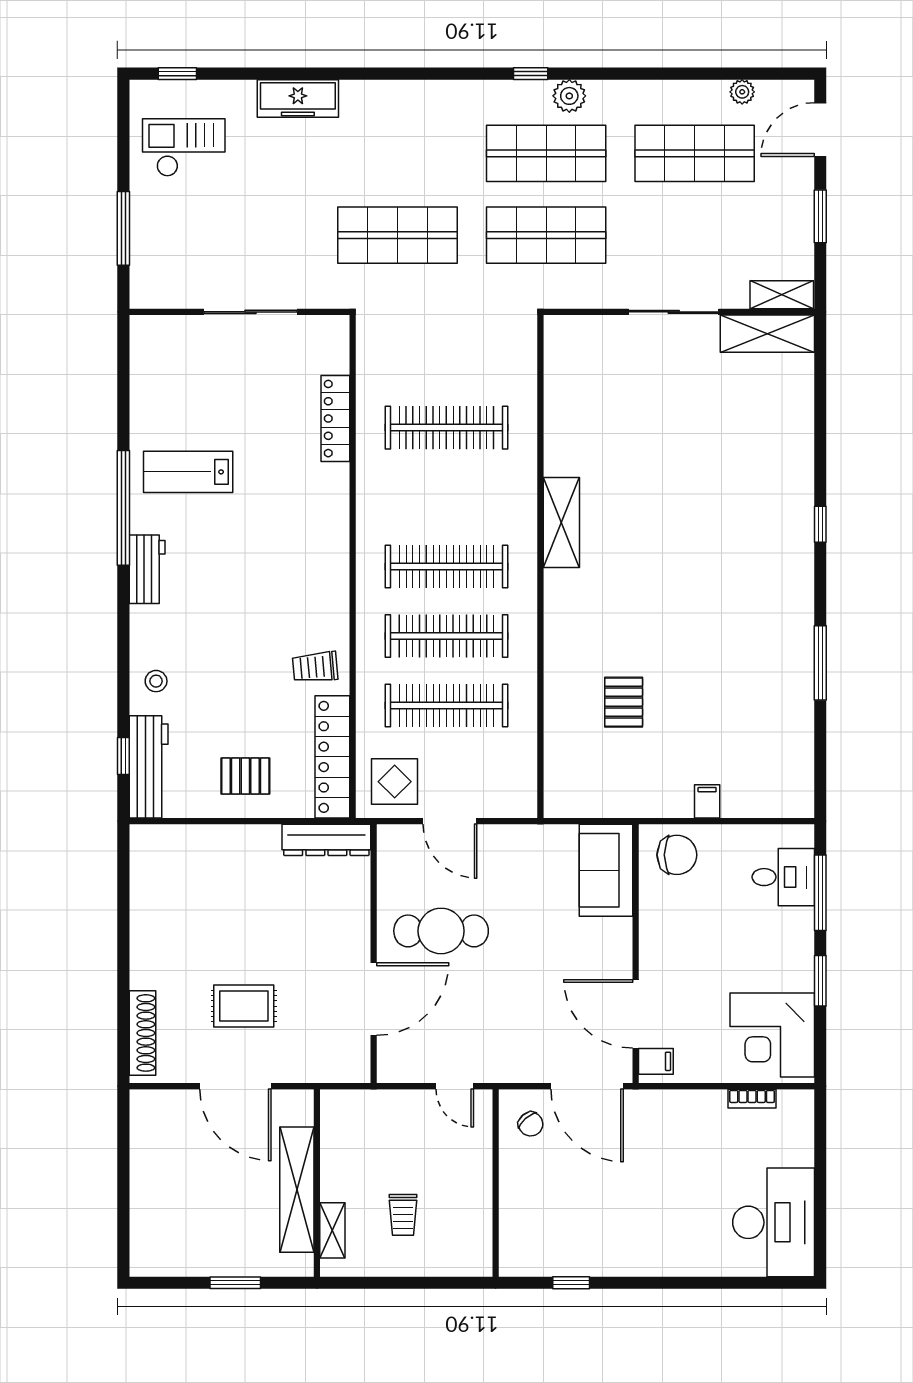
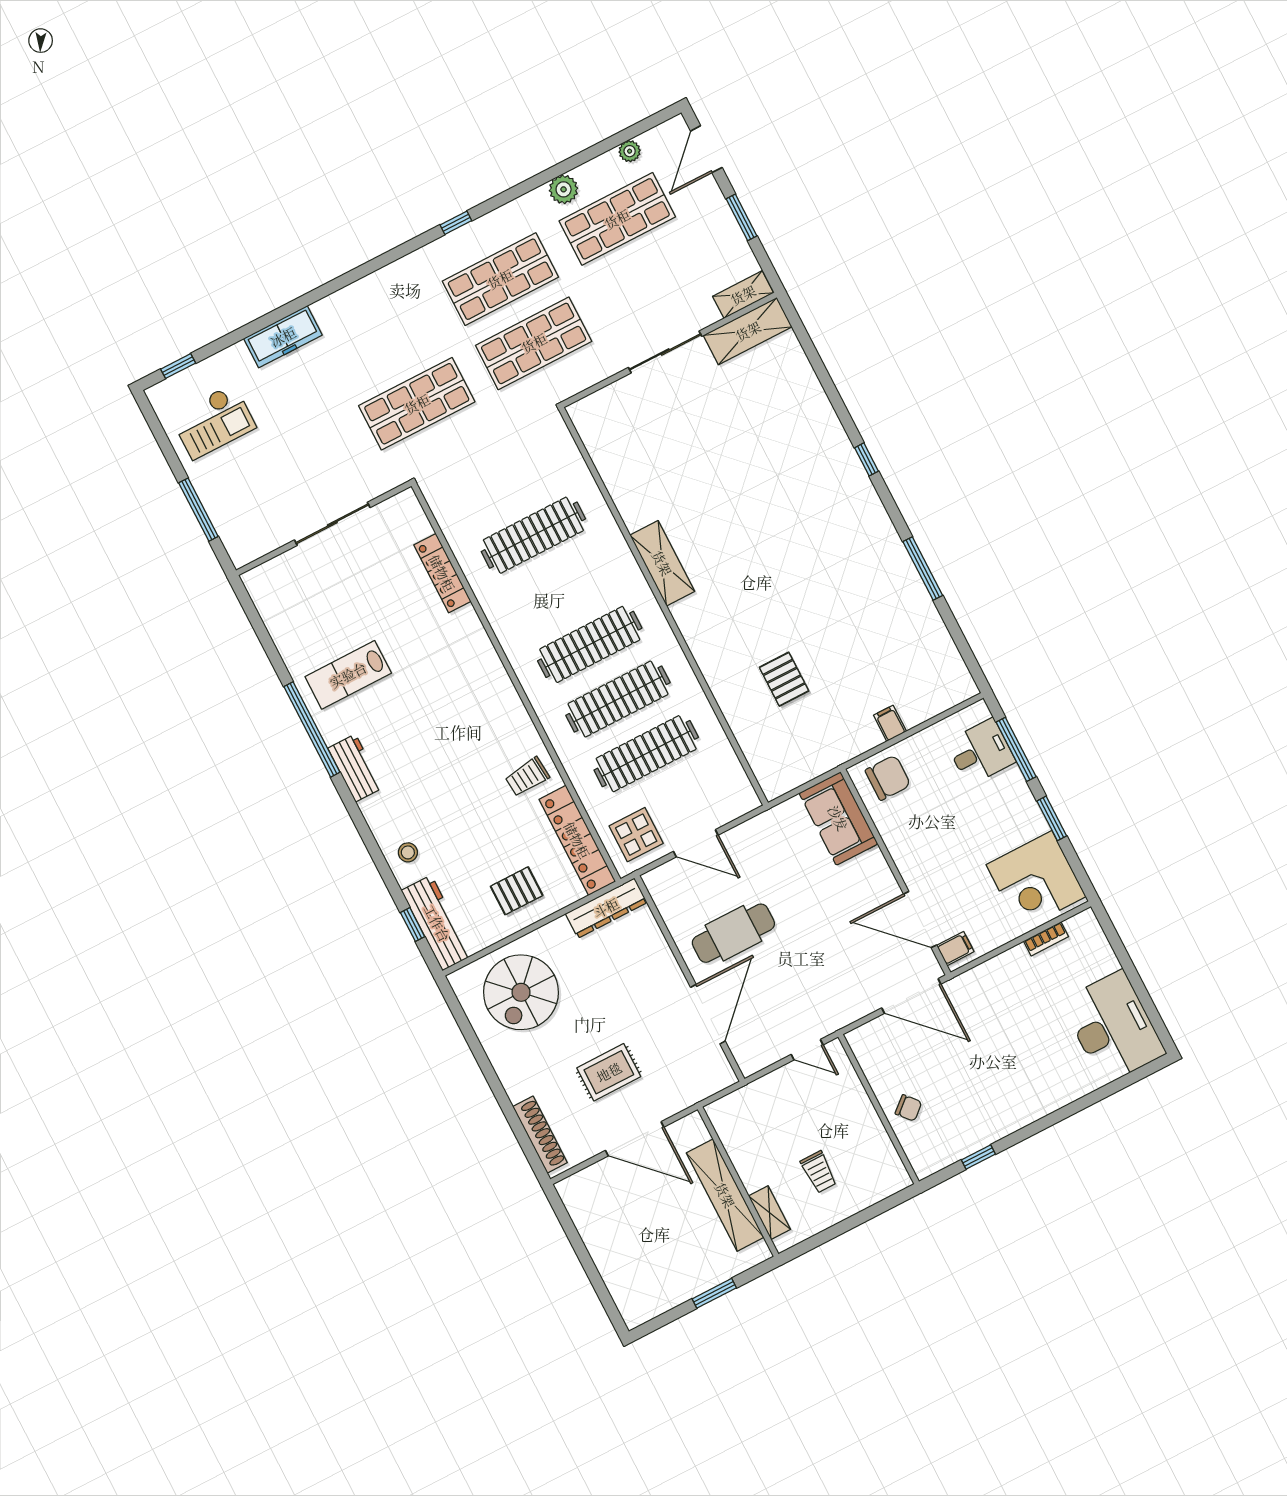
plant: (569, 96) -> (564, 189), moved
checkout: (184, 147) -> (213, 422), turned 180
spiral stairs: (197, 880) -> (521, 992), added
chair: (531, 1124) -> (908, 1108), moved

